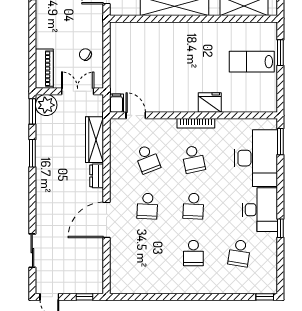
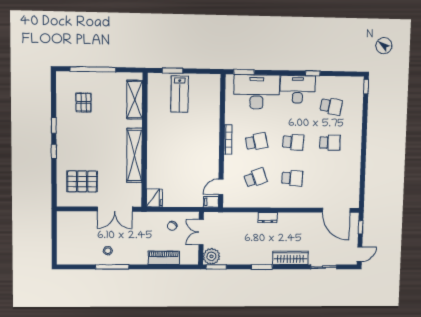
piano: (44, 69) -> (164, 258), moved
fridge: (210, 103) -> (154, 198), moved, turned 180
wardrobe: (95, 140) -> (291, 258), moved, turned 180
window: (32, 153) -> (262, 267), moved
door: (107, 220) -> (336, 210), moved

